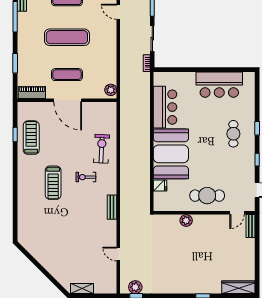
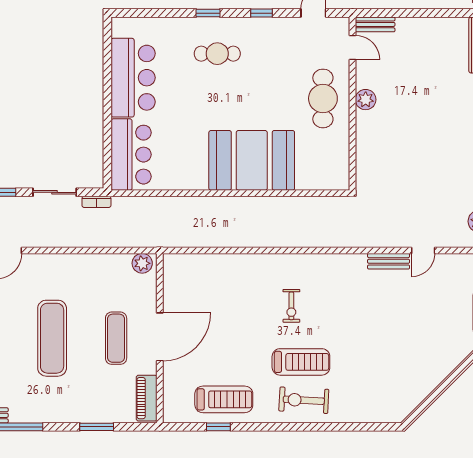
bar counter: (165, 107) -> (131, 155), moved, turned 90
treadmill: (31, 138) -> (224, 399), turned 180
exercise bike: (102, 149) -> (304, 400), moved
fridge: (160, 185) -> (306, 179), removed
bench: (112, 207) -> (389, 261), moved
plant: (186, 220) -> (366, 100), moved

